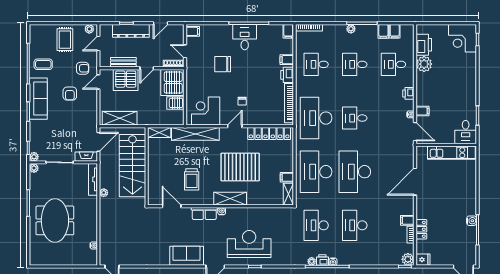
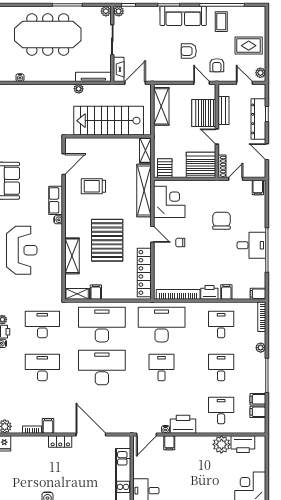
plant: (351, 29) -> (261, 348), moved
printer: (408, 93) -> (183, 424), width x1.87, depth x1.48
server rack: (175, 103) -> (165, 168), moved
door: (98, 142) -> (135, 83), swing flipped
shelving: (230, 199) -> (72, 256), moved
meeting table: (55, 220) -> (48, 35), width x1.36
locker: (421, 229) -> (60, 442), moved

